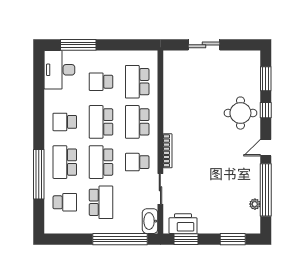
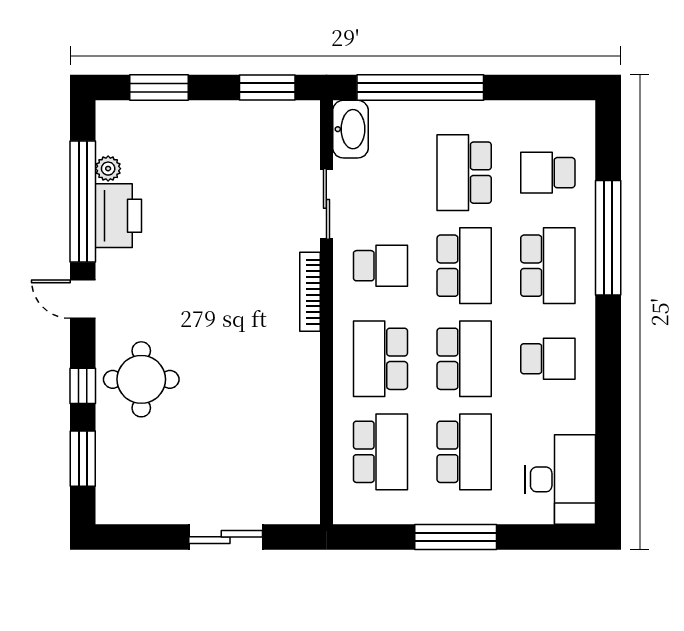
window: (78, 45) -> (456, 537), moved
school desk: (101, 82) -> (464, 452), width x1.85
school desk: (137, 122) -> (380, 359), turned 180
door: (266, 148) -> (83, 299), swing flipped
printer: (183, 224) -> (118, 216), moved, turned -90

